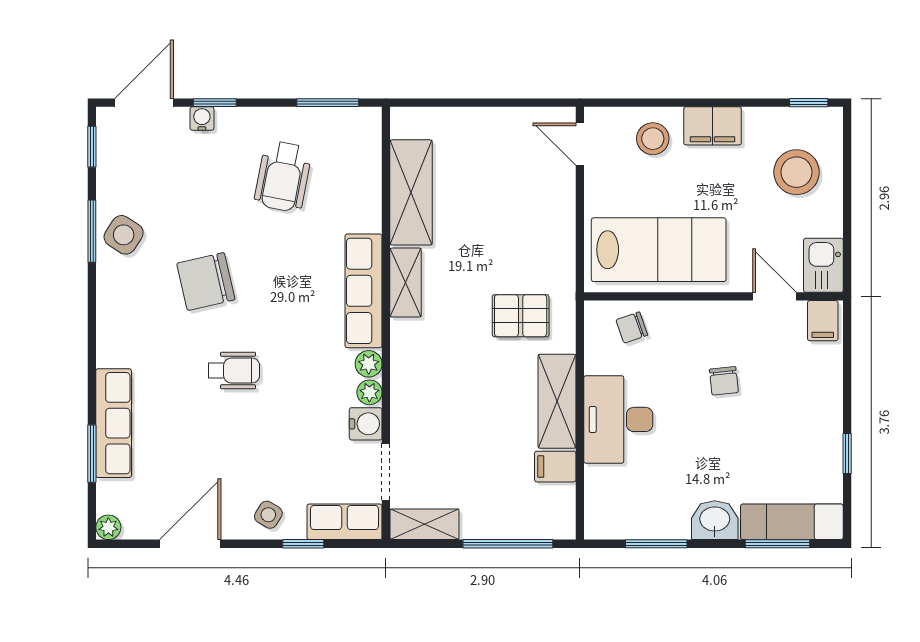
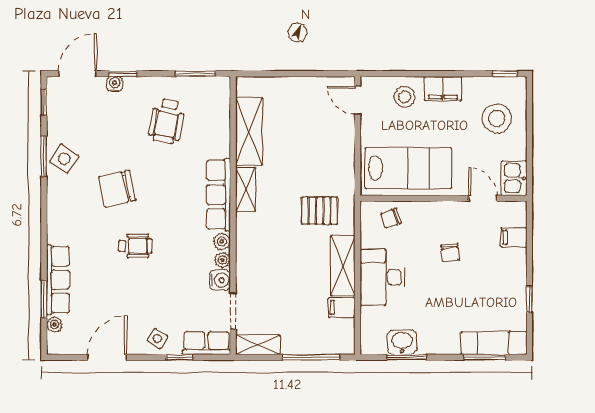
filing cabinet: (823, 321) -> (514, 237), moved, turned 90
washbasin: (715, 520) -> (402, 342), moved
plant: (108, 527) -> (55, 325), moved

